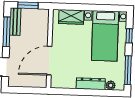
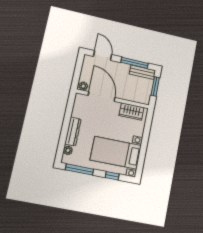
wardrobe: (71, 17) -> (131, 111), moved, turned -90
plant: (42, 82) -> (83, 86), added

